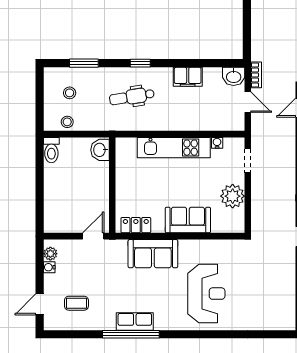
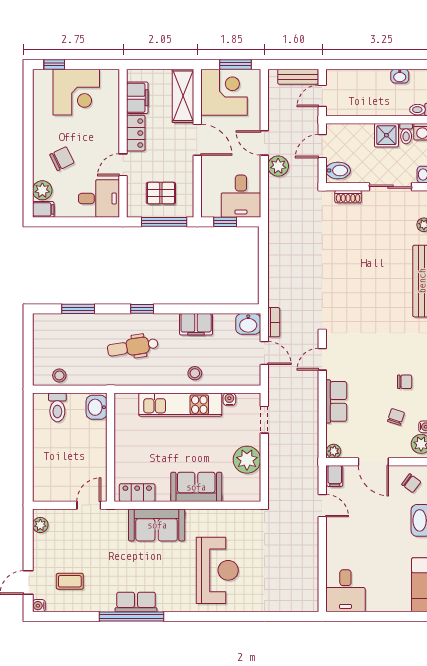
stool: (70, 93) -> (195, 373), moved
toilet: (51, 150) -> (57, 407), moved
water cooler: (49, 267) -> (39, 606), moved

